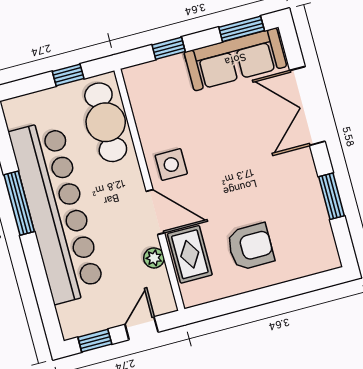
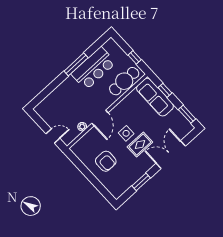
sofa: (235, 59) -> (155, 97), moved
side table: (171, 165) -> (126, 133), moved
bar counter: (57, 212) -> (94, 68), width x0.54
rug: (190, 254) -> (140, 144), moved
window: (95, 341) -> (39, 121), removed

